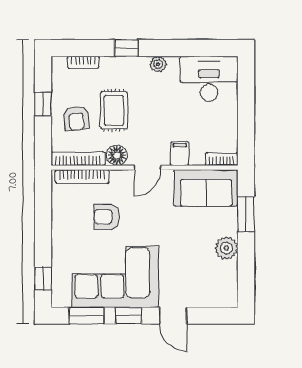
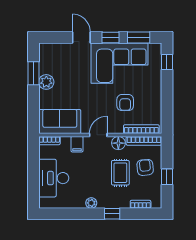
desk: (209, 79) -> (54, 178), moved, turned 90
window: (246, 214) -> (33, 73), moved
armchair: (107, 217) -> (125, 103), turned 90

